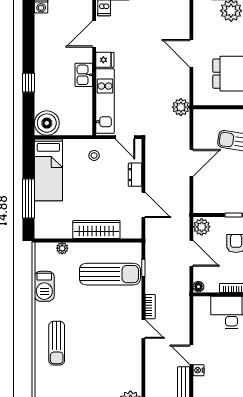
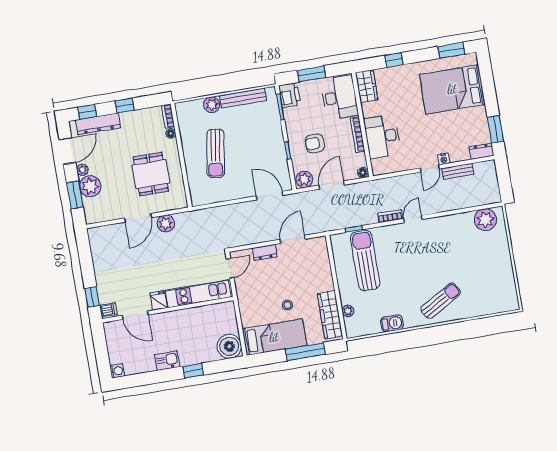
kitchen sink: (84, 75) -> (167, 361), moved, turned 180
plant: (181, 107) -> (166, 224), moved
stool: (94, 155) -> (287, 305), moved
door: (191, 163) -> (270, 196), moved
wardrobe: (96, 230) -> (330, 315), moved
barbecue: (44, 286) -> (392, 323), width x0.73, depth x0.79
sun lounger: (57, 343) -> (441, 301), turned -30

